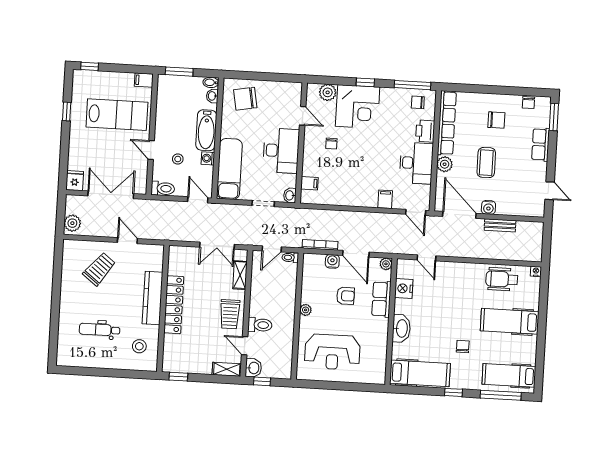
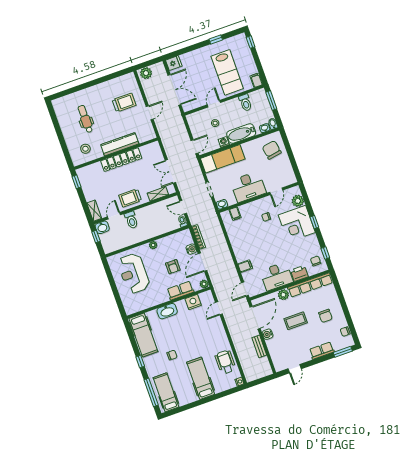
window: (413, 85) -> (325, 253), width x0.46
toilet: (163, 188) -> (245, 103), moved
trolley: (99, 269) -> (124, 103), turned -38

